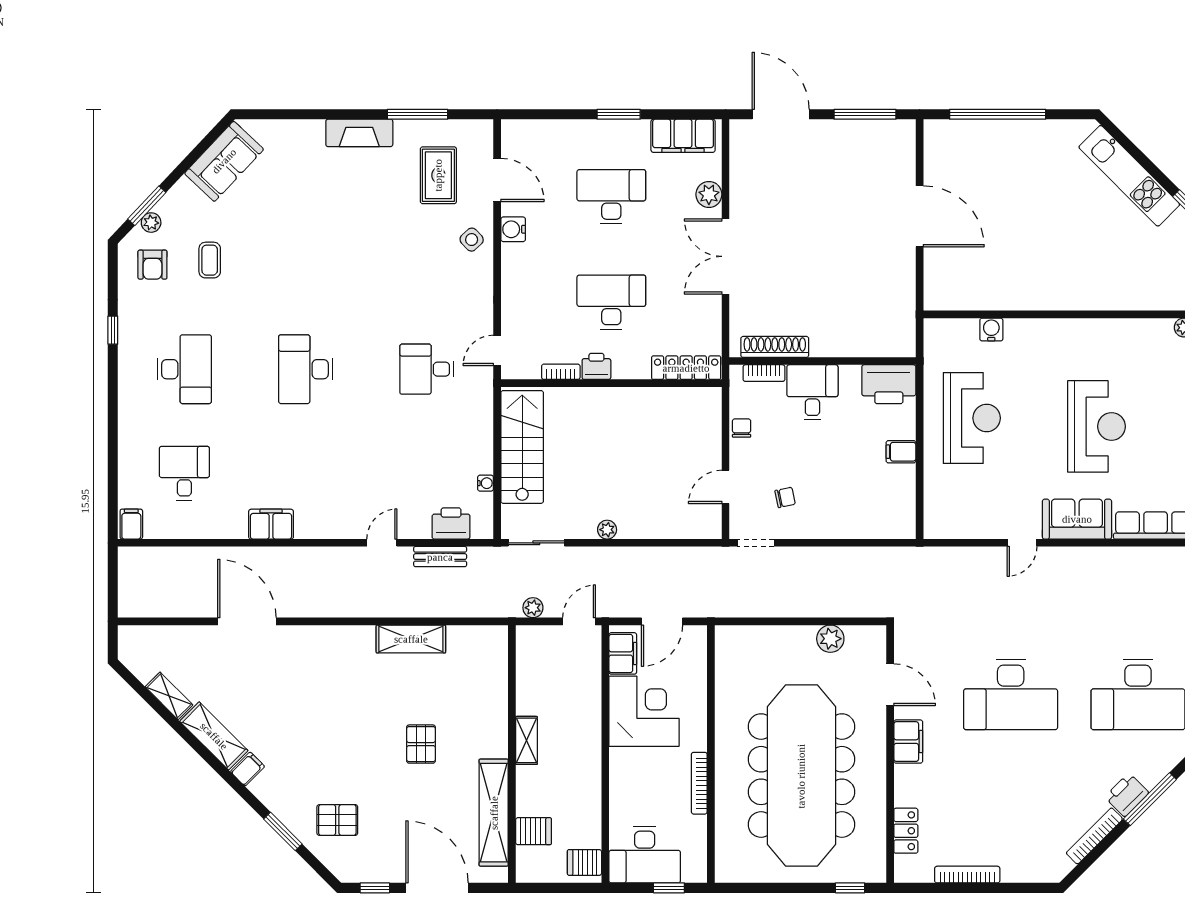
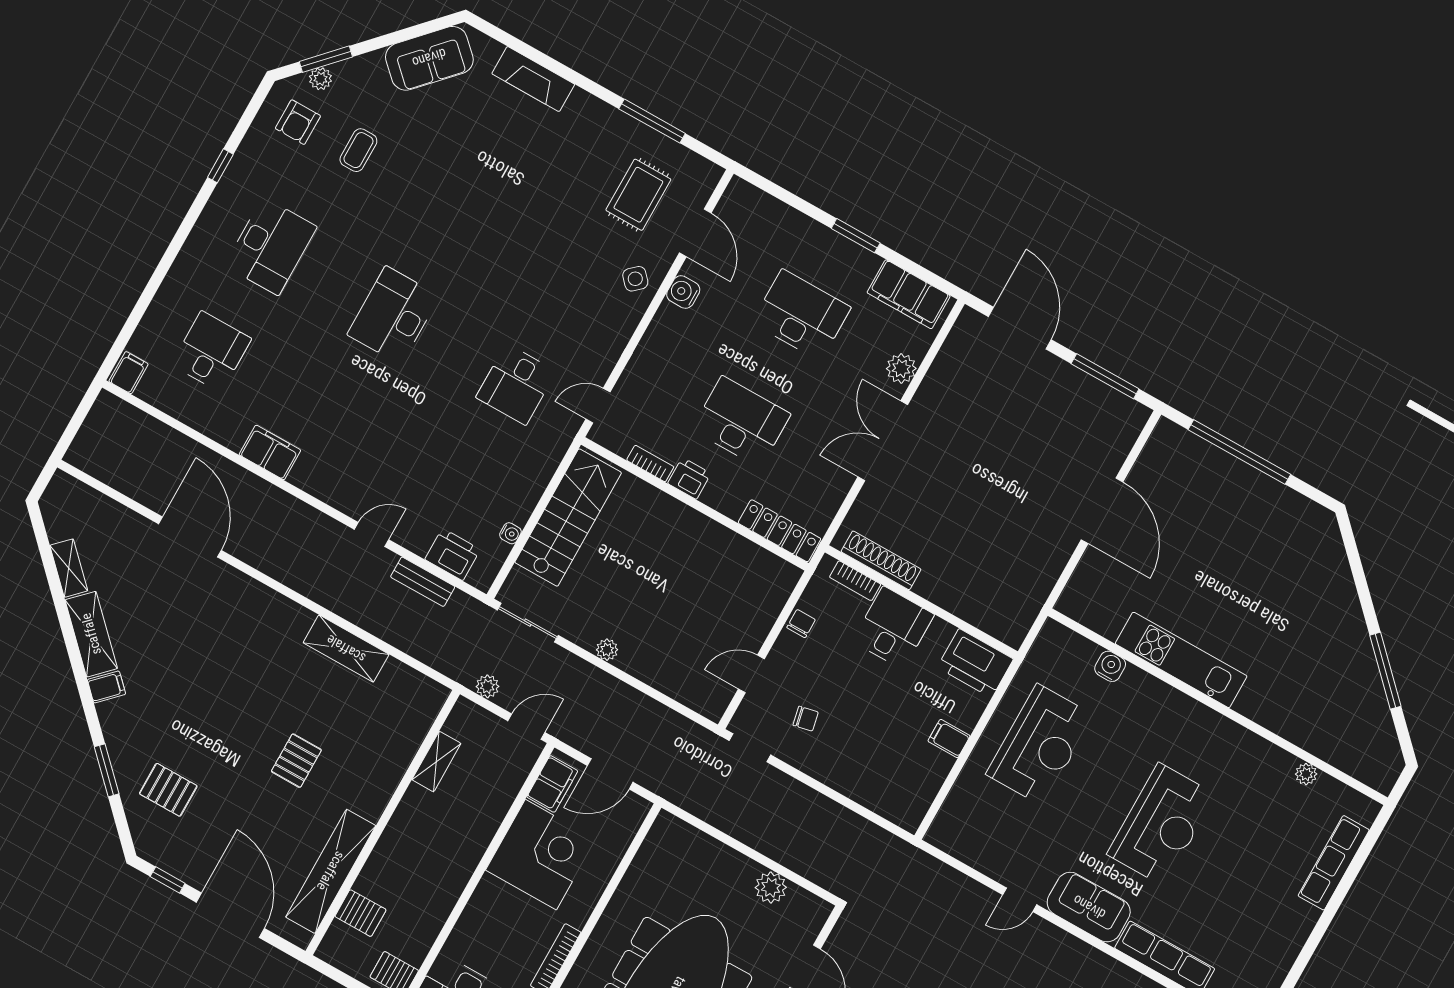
fireplace: (359, 133) -> (533, 79), moved
kitchen unit: (1129, 176) -> (1181, 660), moved, turned 135
desk: (427, 369) -> (516, 384), turned -90
shelving: (526, 740) -> (436, 762), moved

